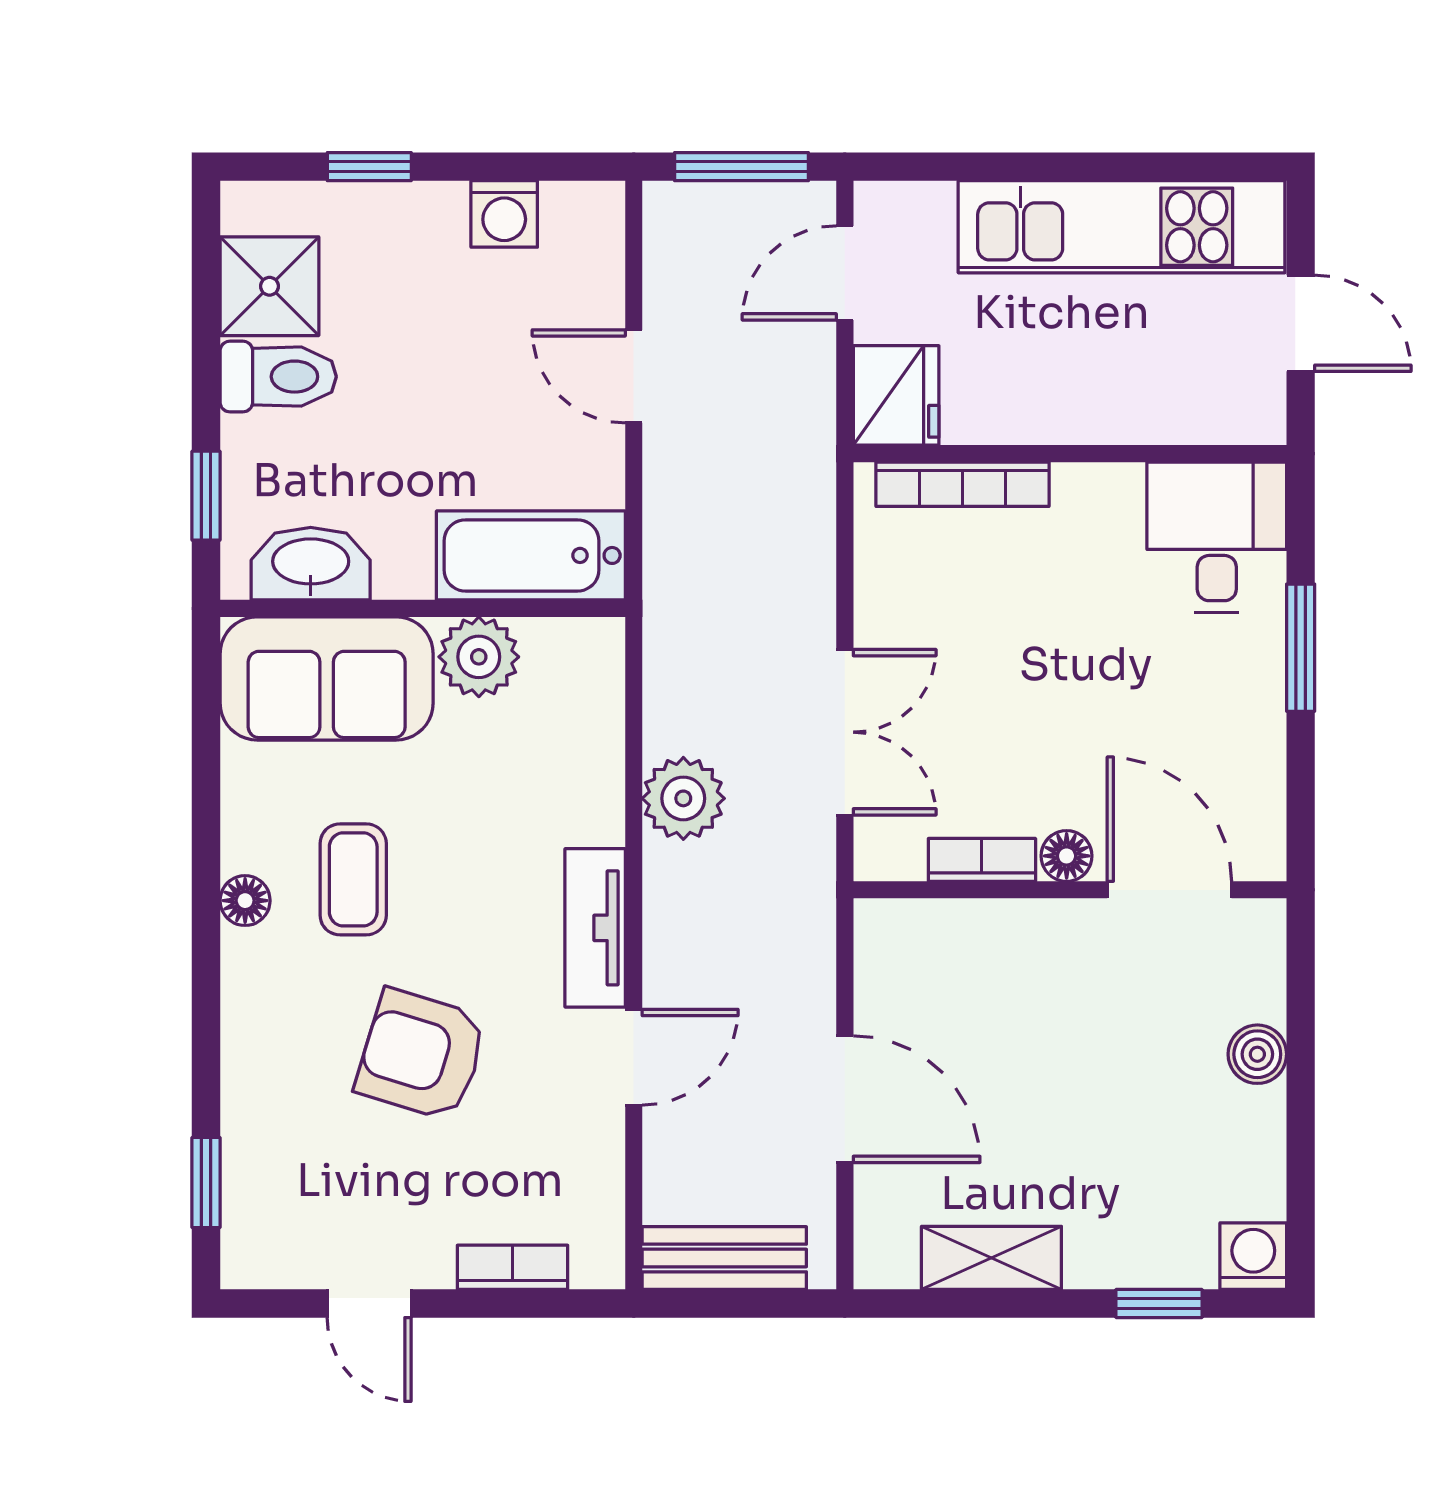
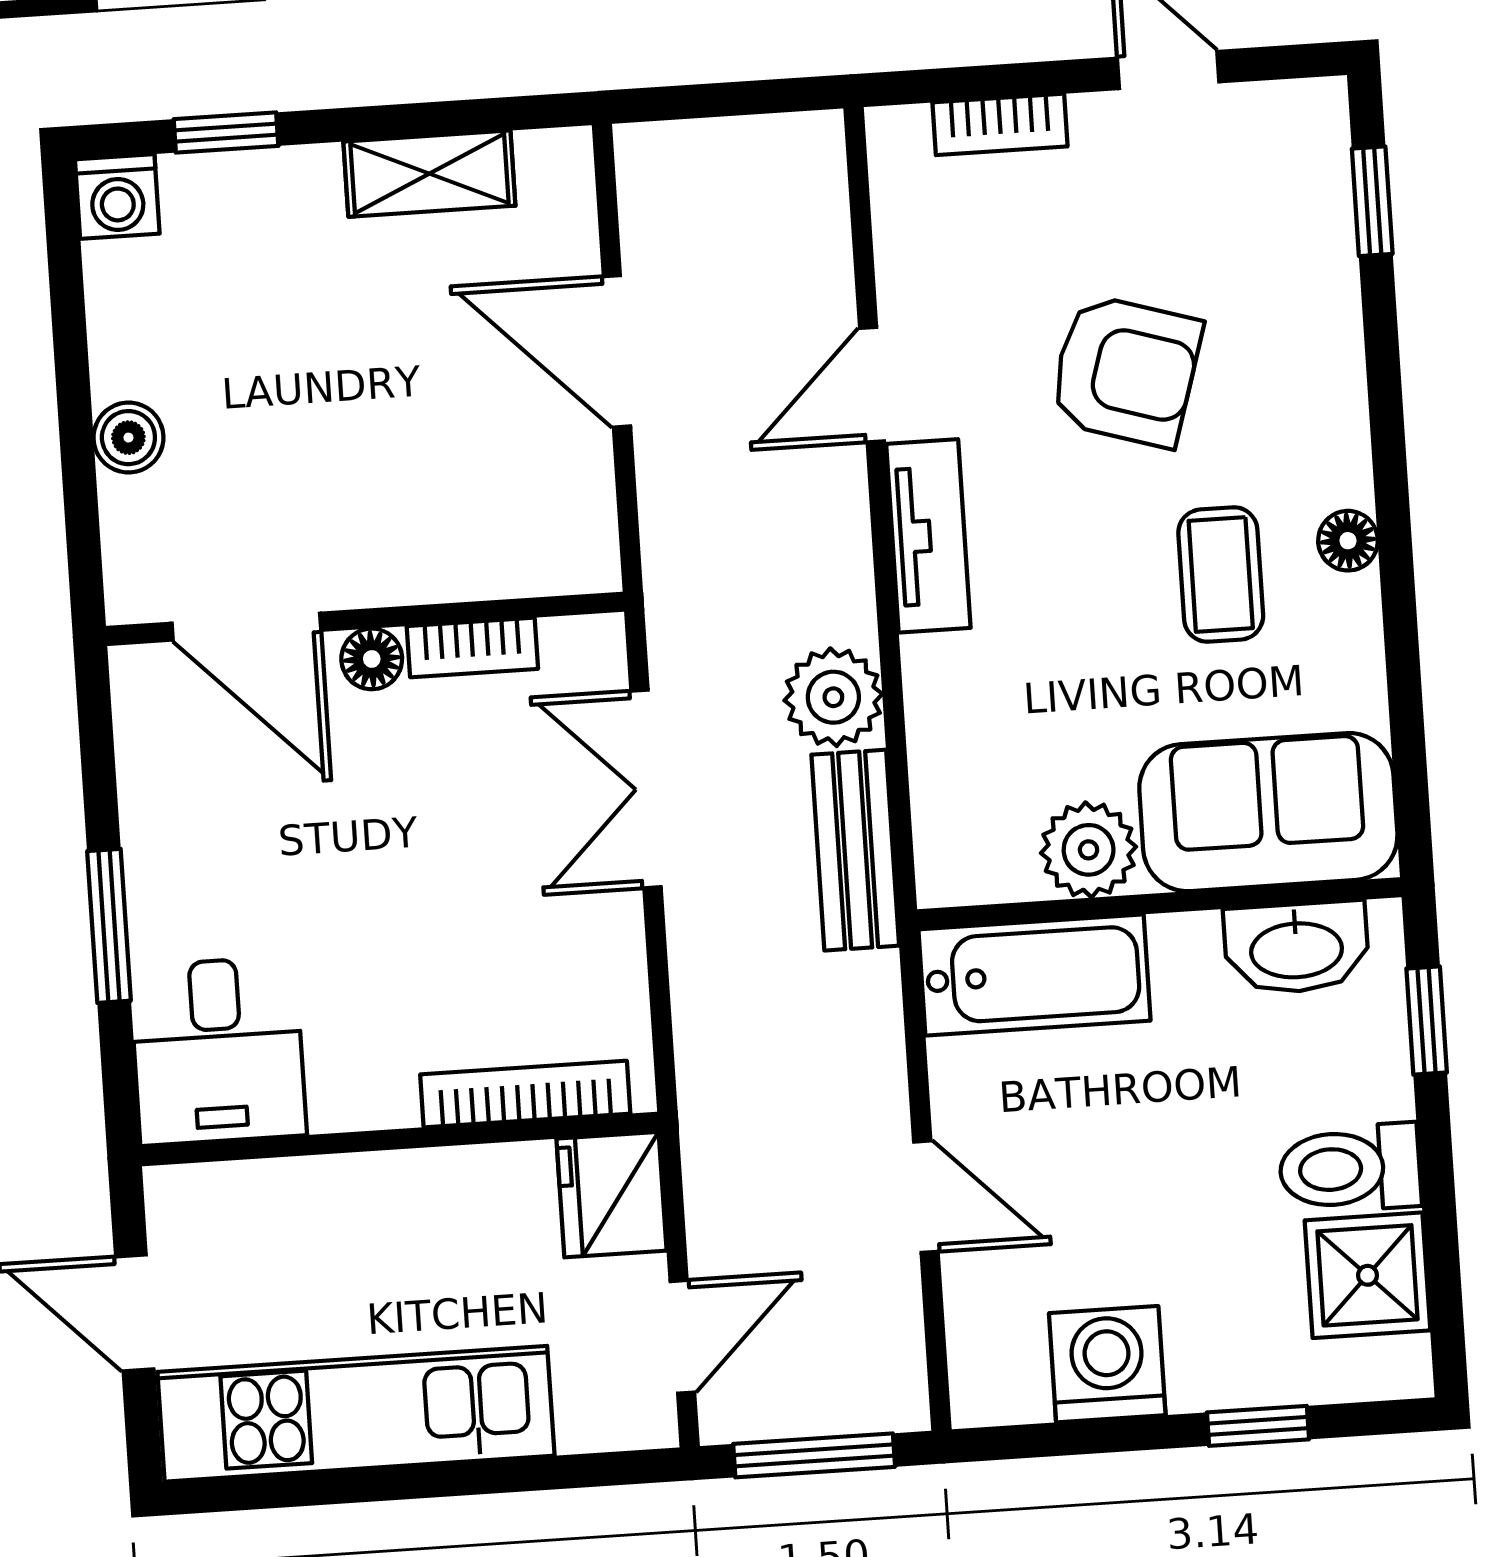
washing machine: (504, 214) -> (1107, 1364), width x1.38, depth x1.38
bench: (724, 1258) -> (855, 850), moved, turned 90

